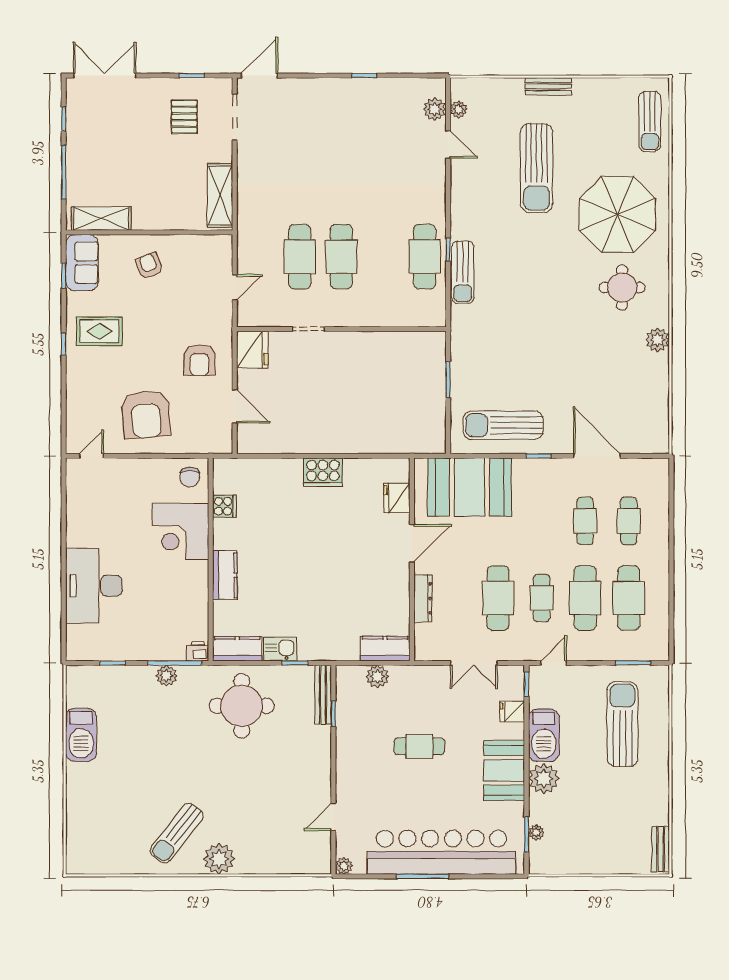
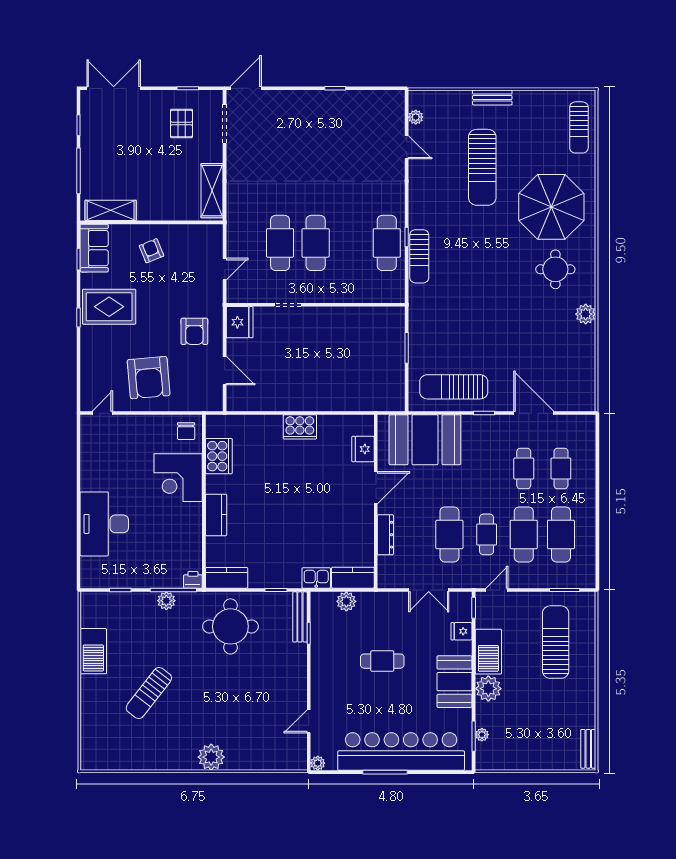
plant: (435, 109) -> (395, 117), removed
rug: (99, 331) -> (109, 307), width x1.36, depth x1.43
cooker: (224, 506) -> (219, 456), width x1.87, depth x1.31
kitchen sink: (280, 649) -> (316, 578), moved
sun lounger: (177, 833) -> (149, 693), moved

